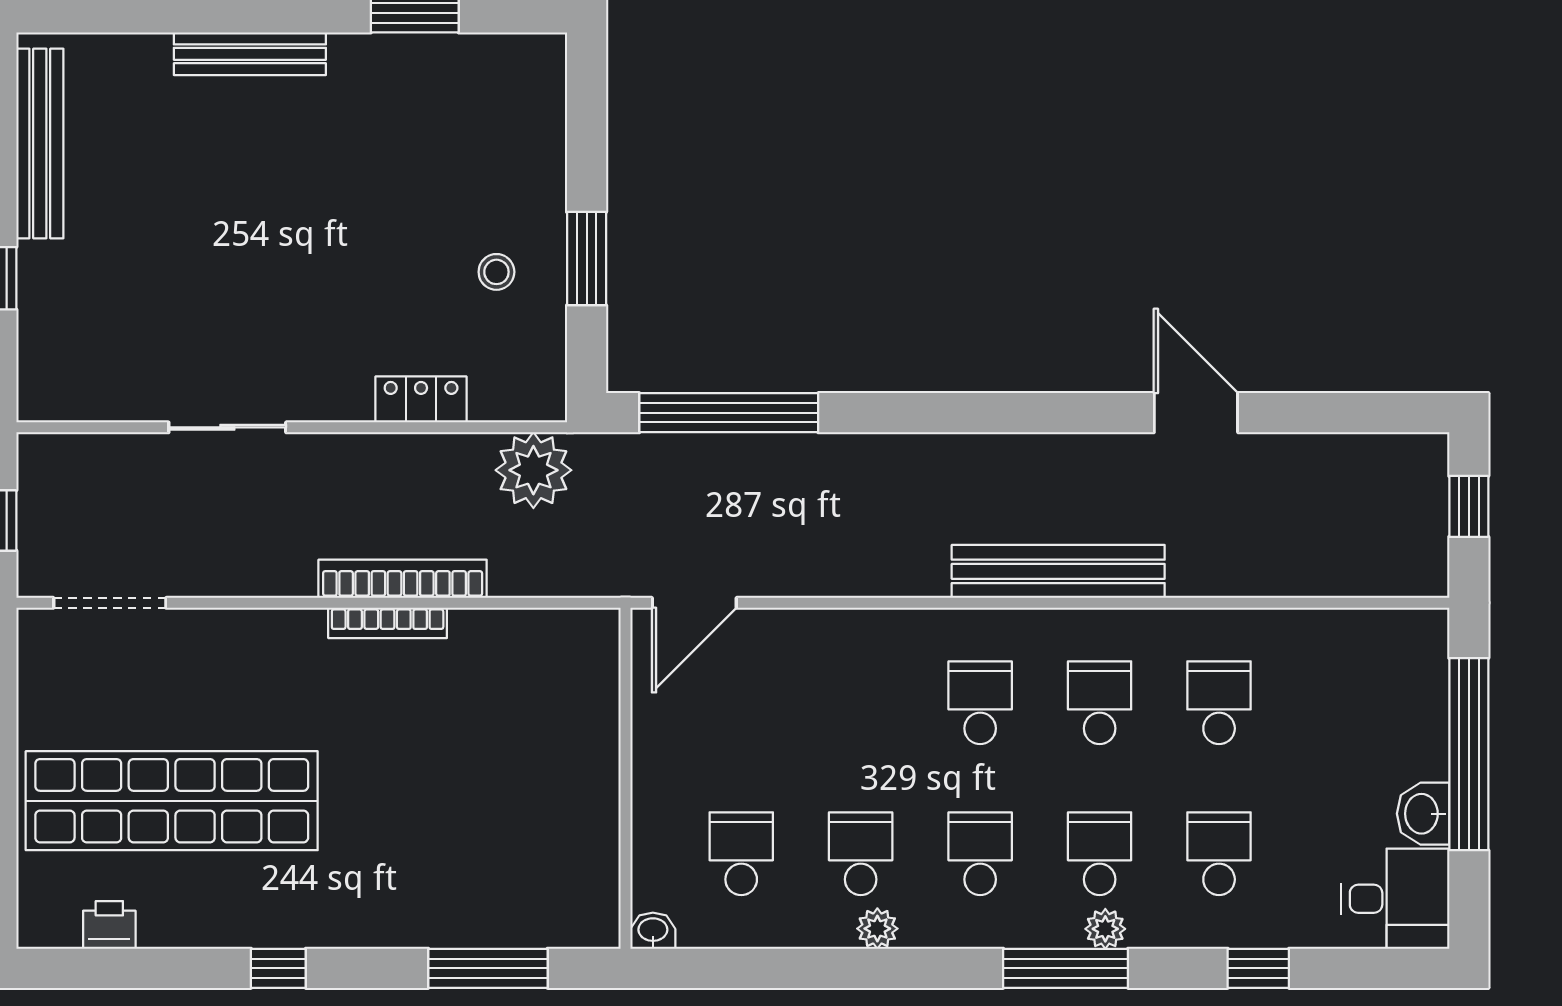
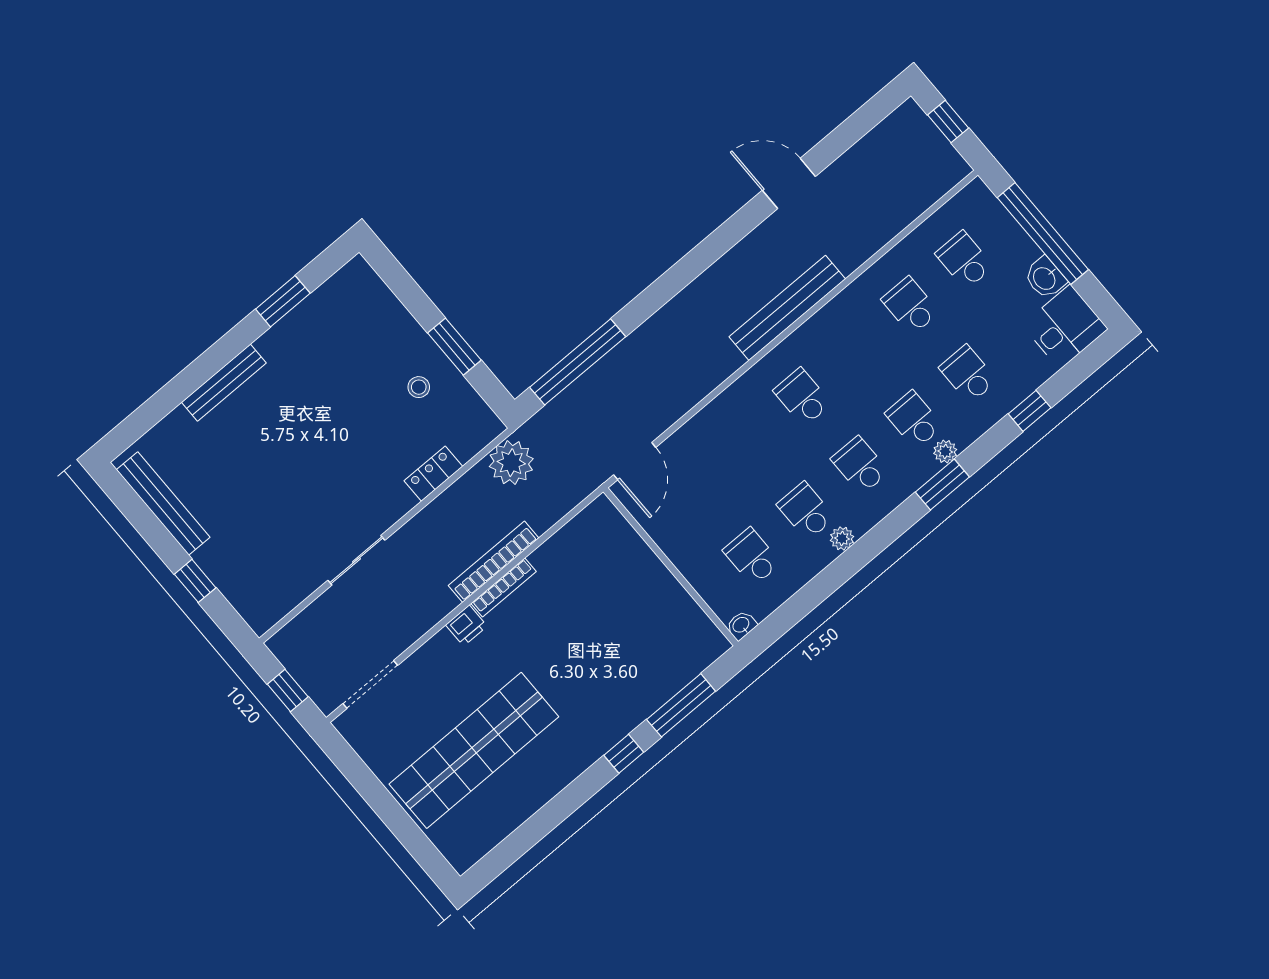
school desk: (1100, 703) -> (964, 260), moved
printer: (109, 925) -> (466, 626), moved, turned 180
window: (278, 968) -> (624, 754), moved
window: (1066, 968) -> (942, 485), width x0.69

